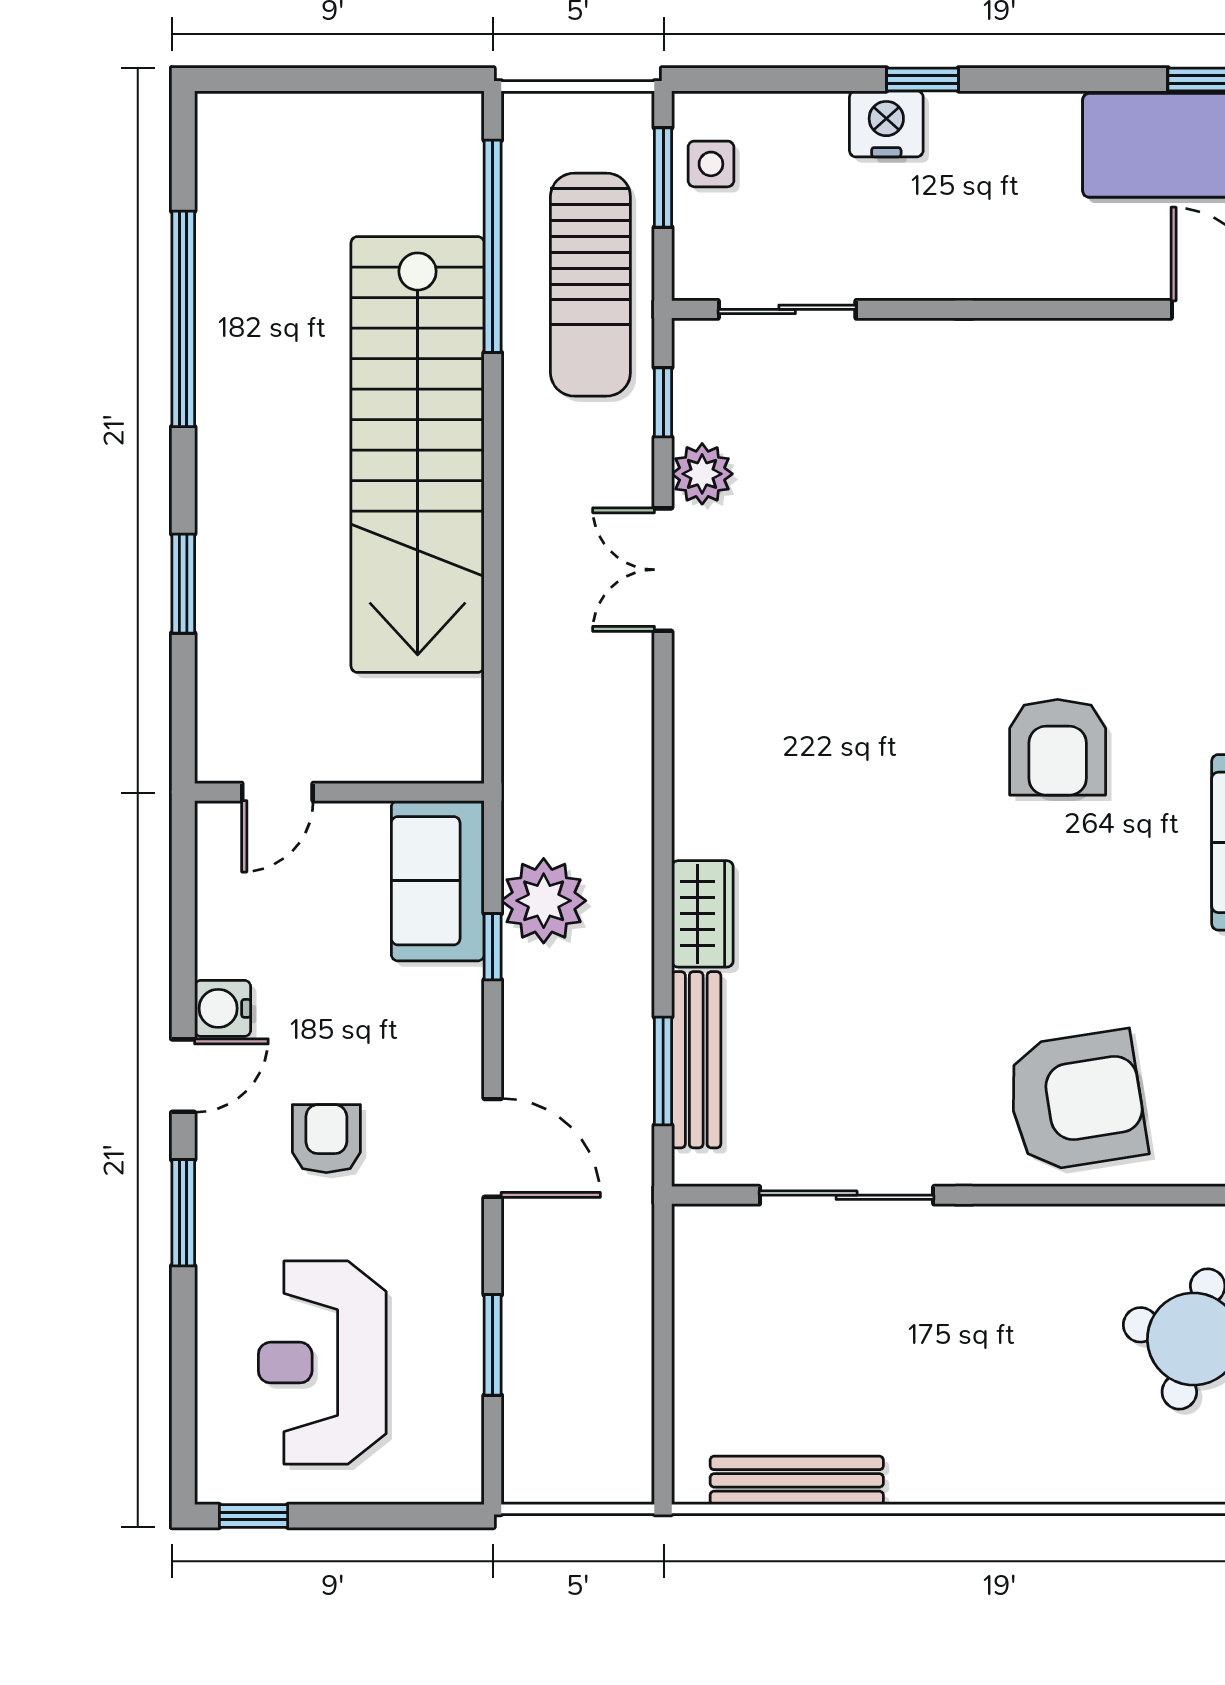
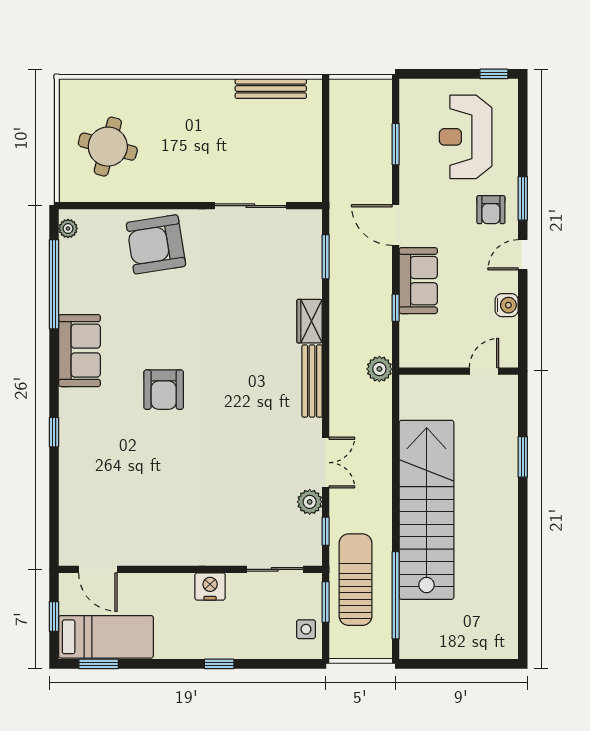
nightstand: (886, 124) -> (210, 587), moved, turned 180
window: (663, 177) -> (326, 602), moved
window: (183, 319) -> (523, 566), removed
armchair: (1058, 747) -> (164, 390), turned 180
sofa: (438, 881) -> (418, 281), moved
plant: (544, 901) -> (379, 369), moved, width x0.73, depth x0.73
water cooler: (223, 1008) -> (507, 305), moved
bench: (696, 1060) -> (312, 381), moved
armchair: (326, 1139) -> (491, 210), moved
reception desk: (322, 1363) -> (466, 137), turned 180

